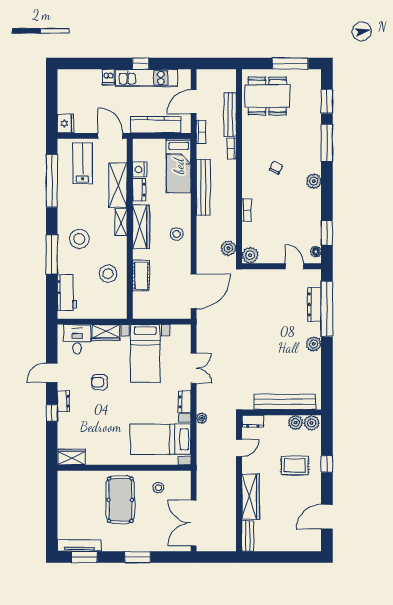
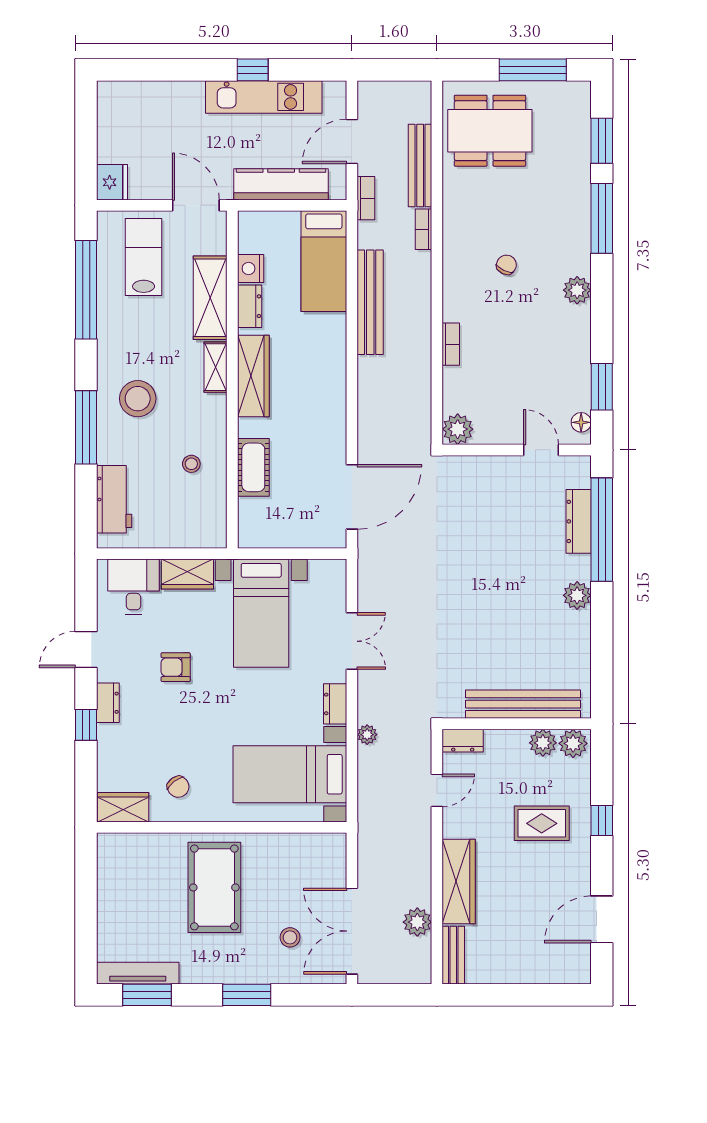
dishwasher: (108, 77) -> (192, 95), removed
stool: (177, 234) -> (320, 389), removed
plant: (228, 248) -> (417, 922), moved
stool: (108, 274) -> (191, 464), width x0.53, depth x0.53
chair: (101, 446) -> (178, 787), added
stool: (158, 488) -> (290, 937), moved

